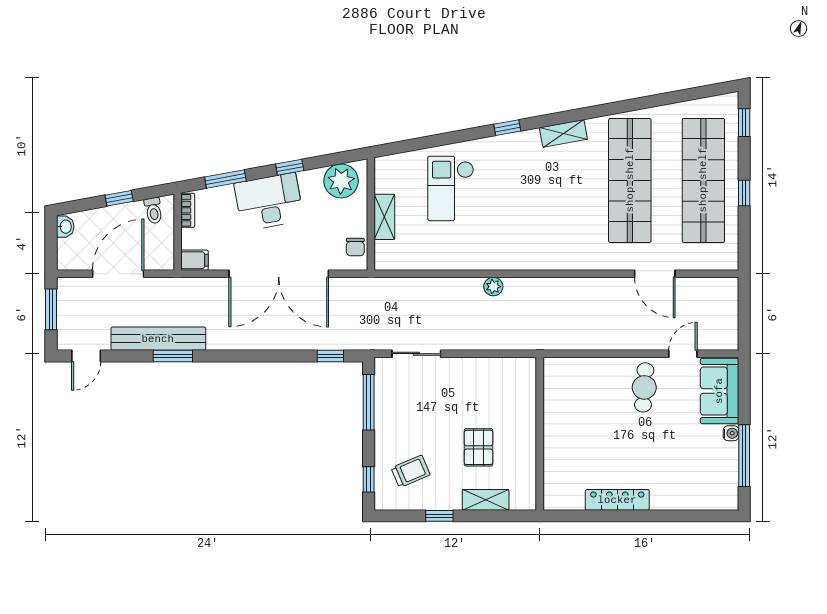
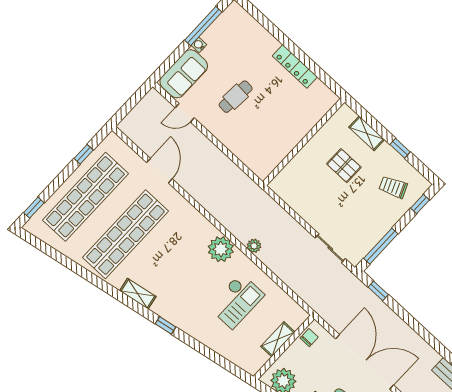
checkout: (451, 188) -> (236, 301), moved
window: (744, 193) -> (84, 154), moved
plant: (523, 253) -> (221, 249), added
cafe table: (644, 387) -> (236, 97), moved
pallet: (479, 447) -> (344, 166), turned 90

